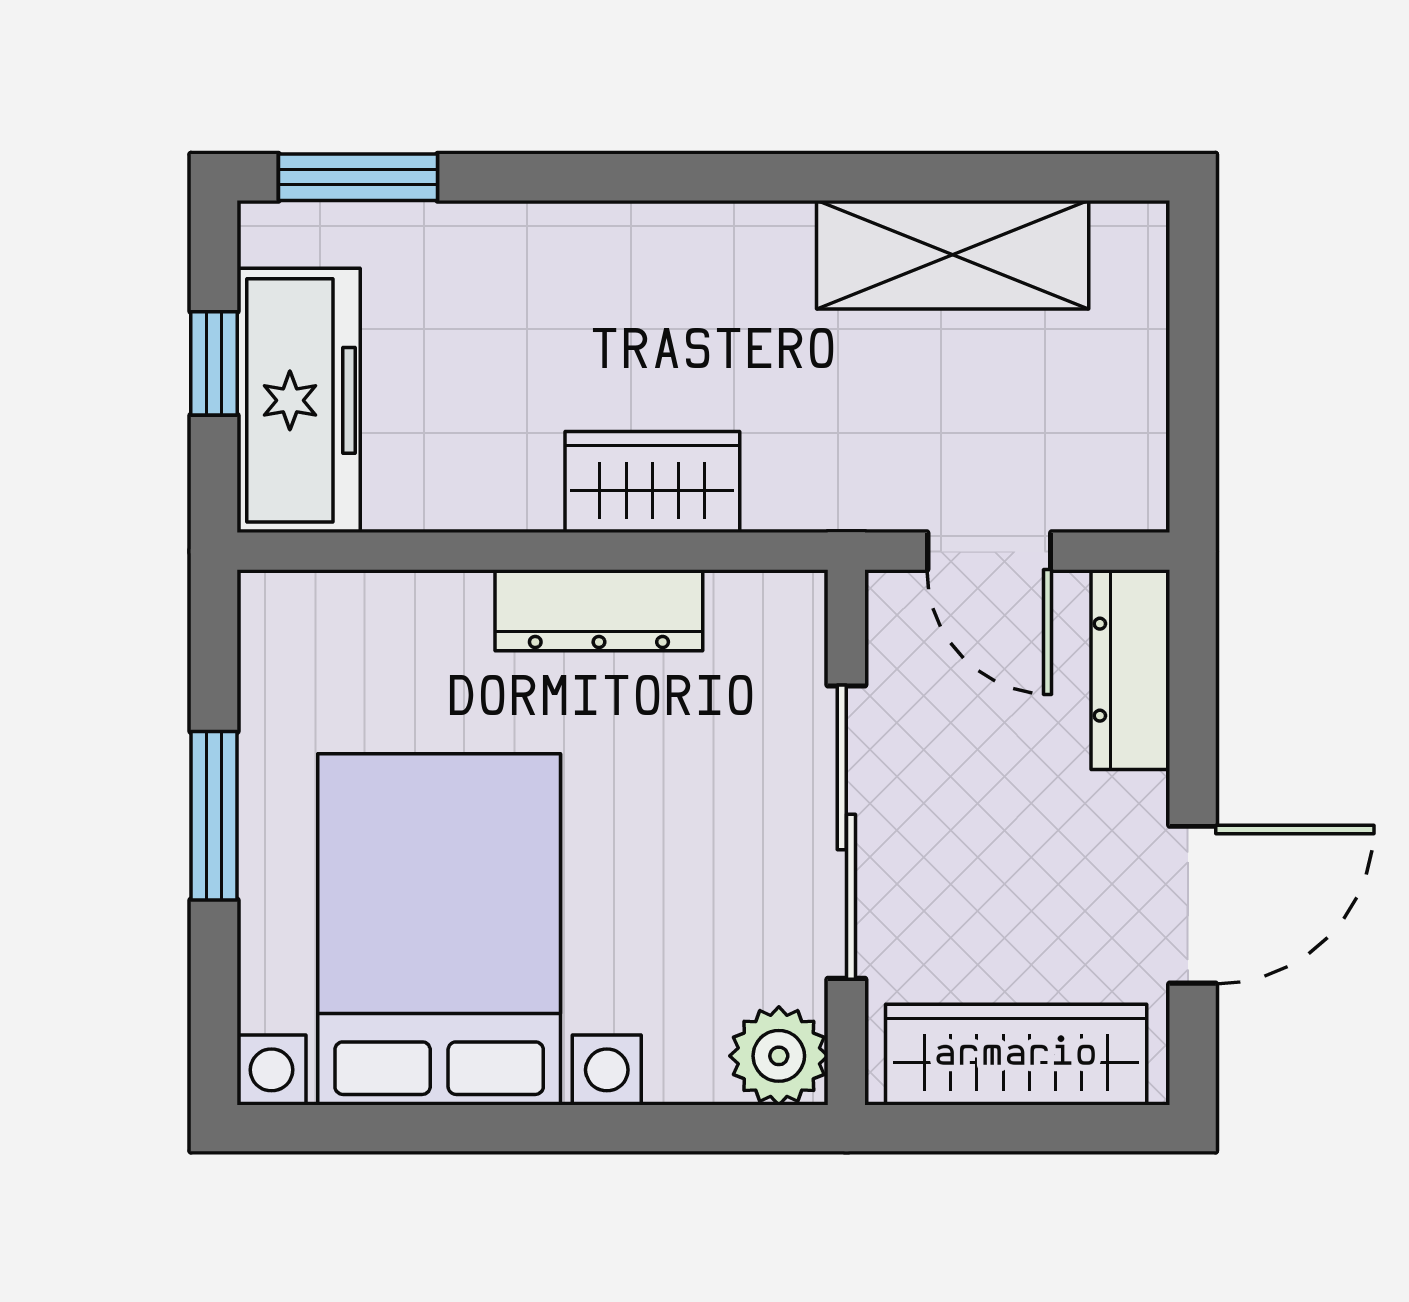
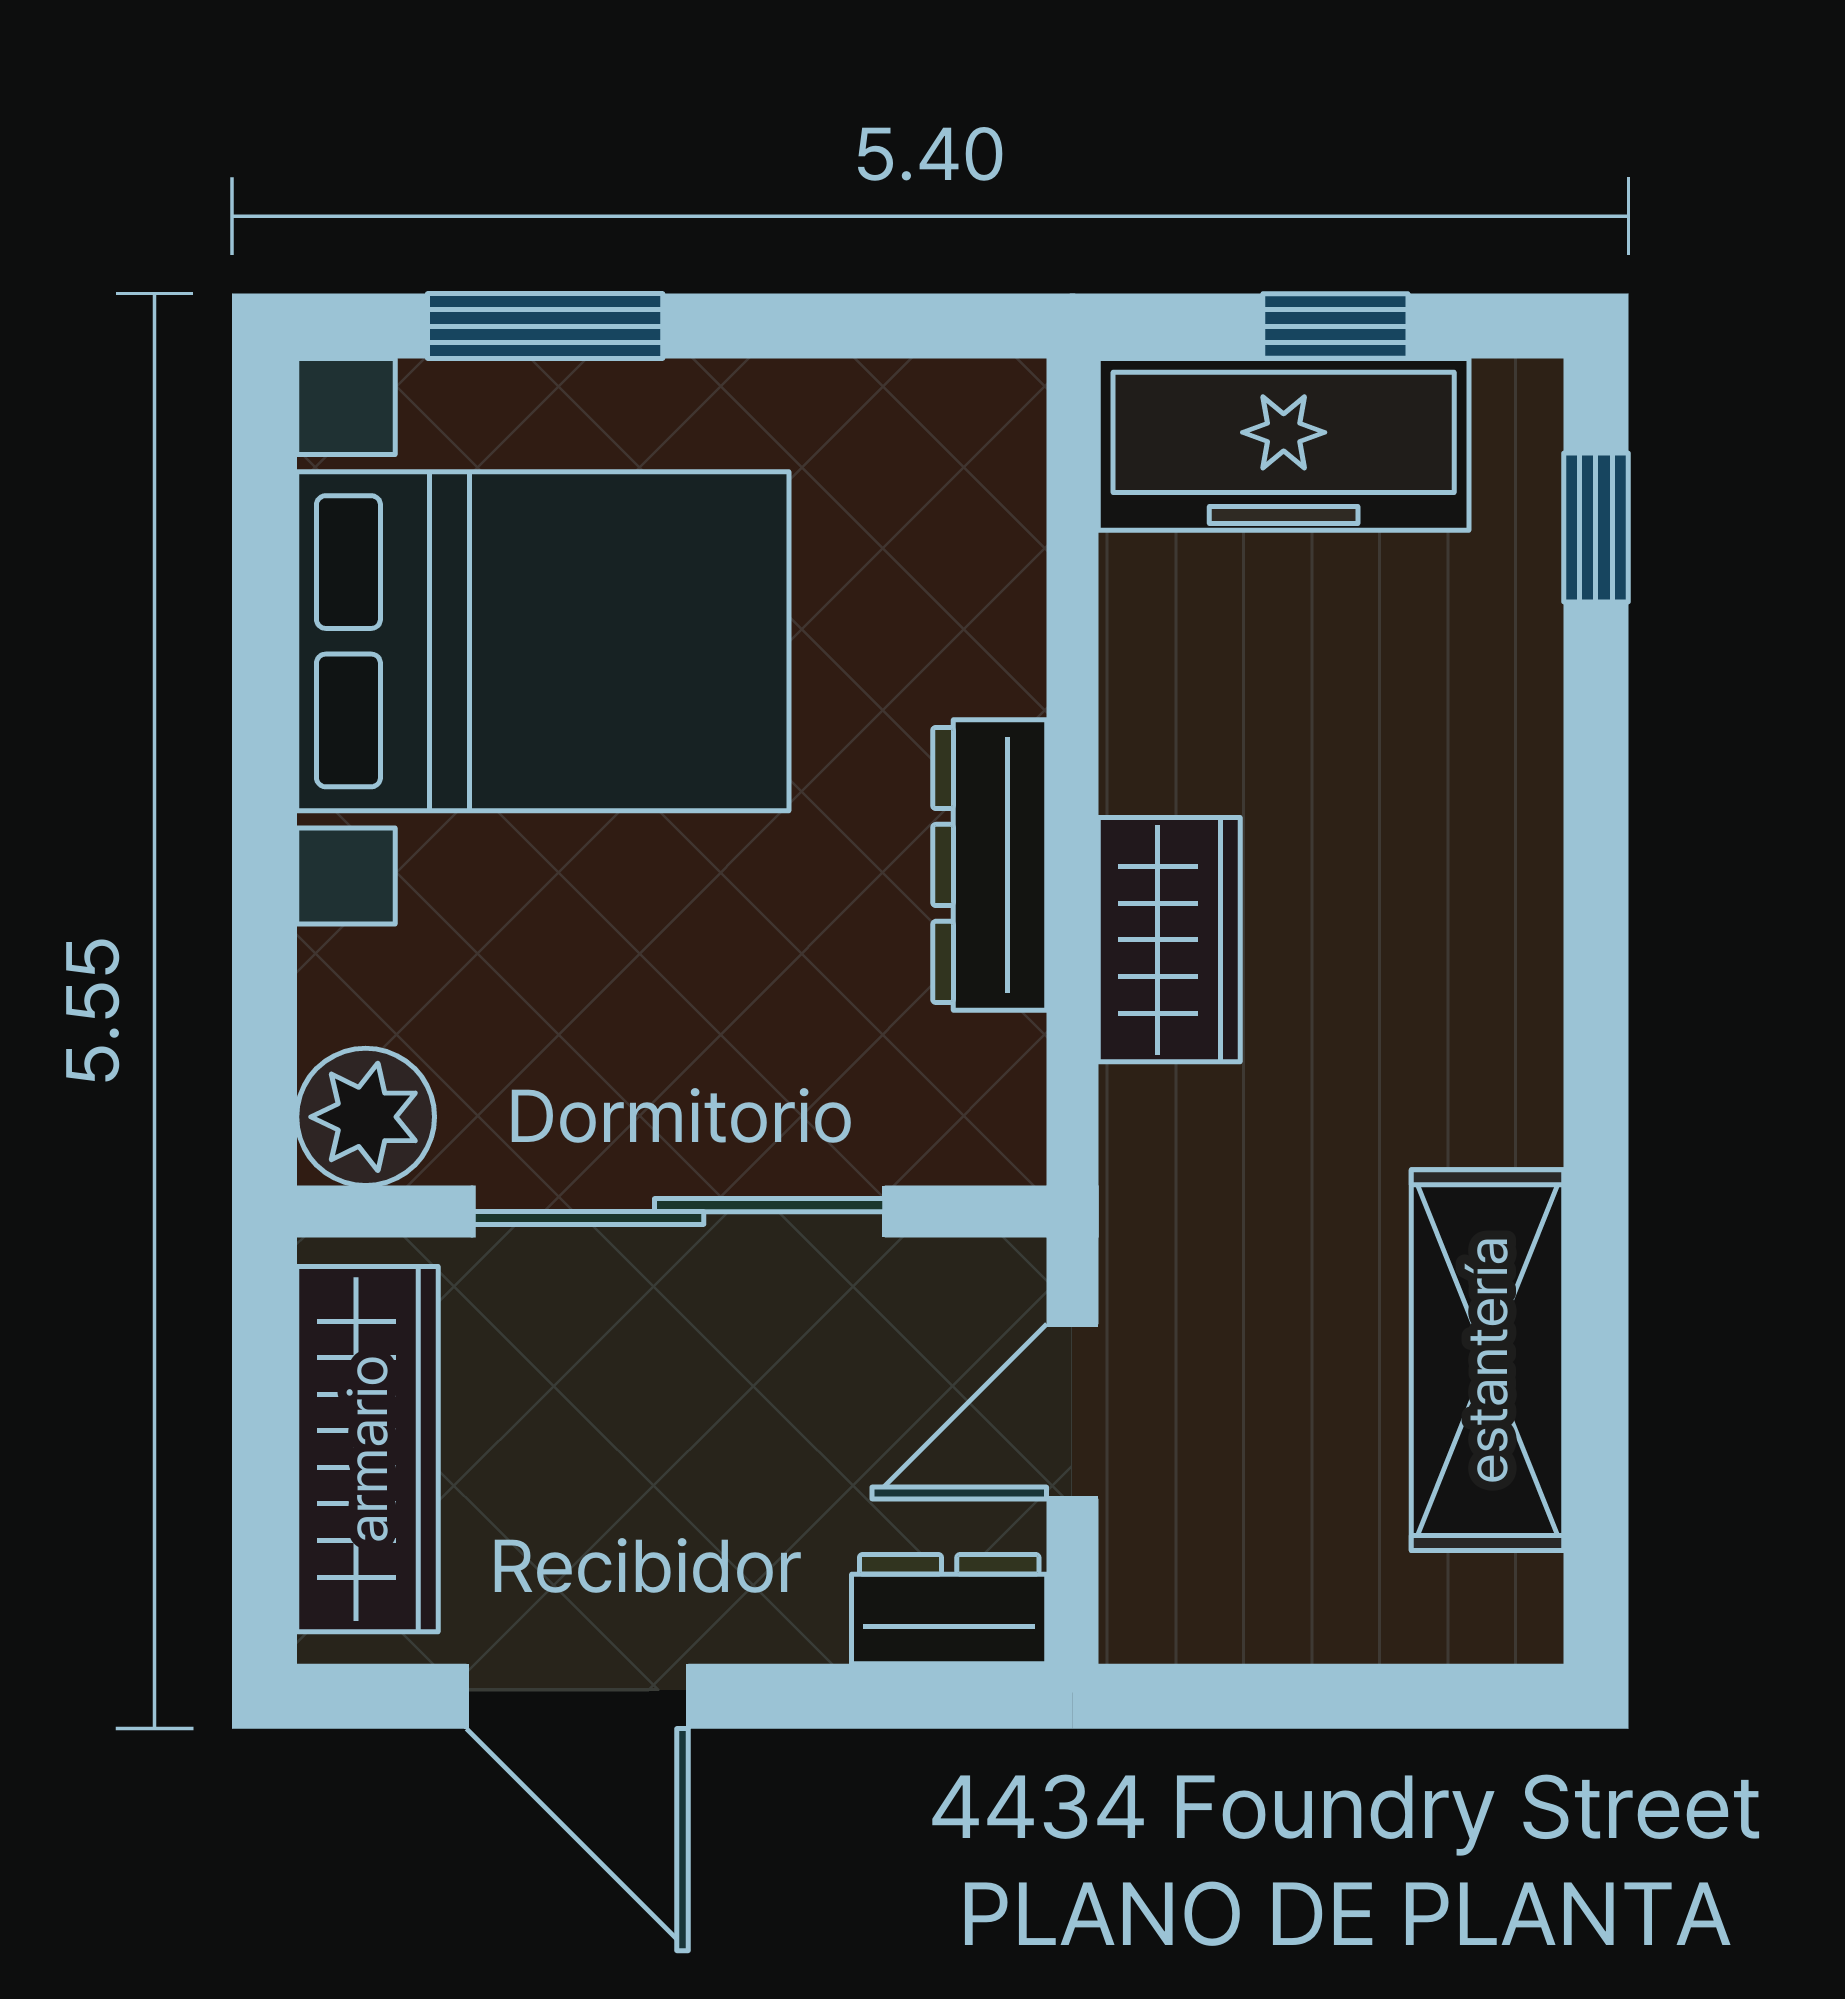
window: (358, 177) -> (1596, 528), width x0.67
dresser: (1130, 670) -> (949, 1609), width x0.70
window: (214, 816) -> (545, 326), moved

